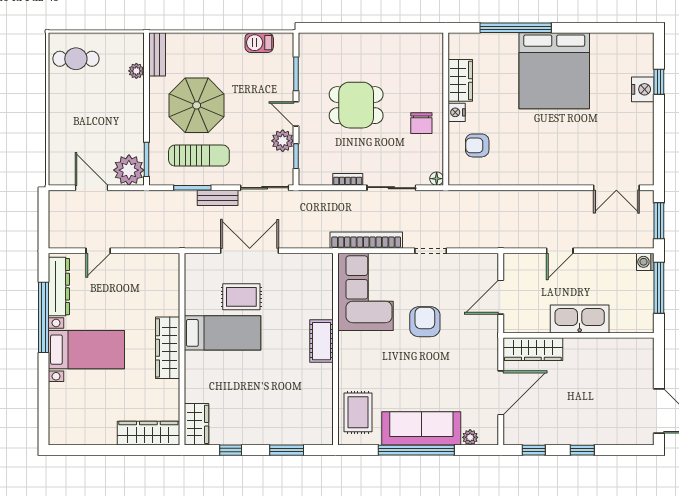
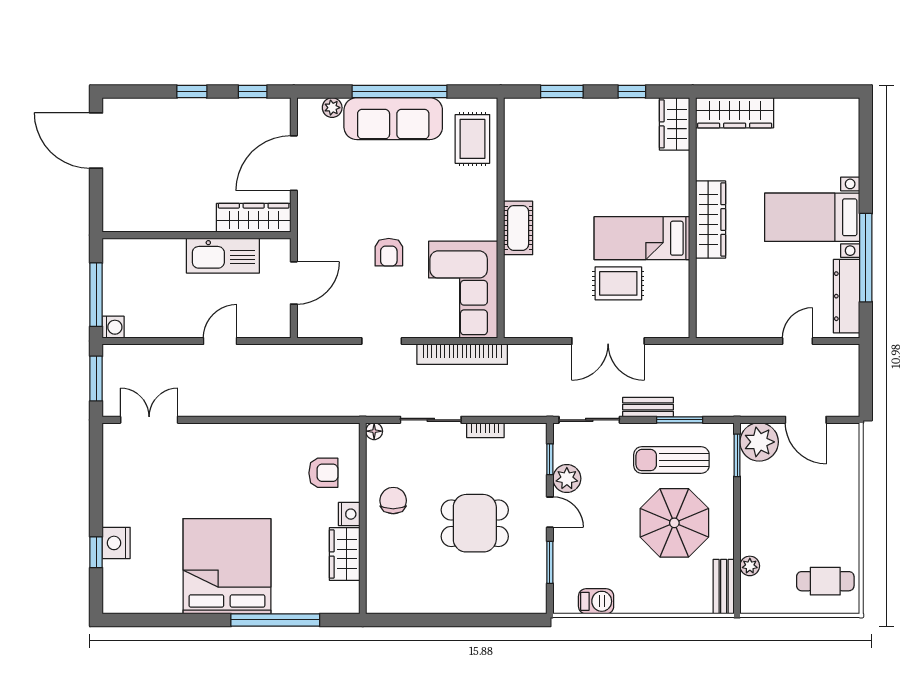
kitchen sink: (580, 319) -> (223, 256), moved
armchair: (425, 322) -> (389, 252), width x0.72, depth x0.72

